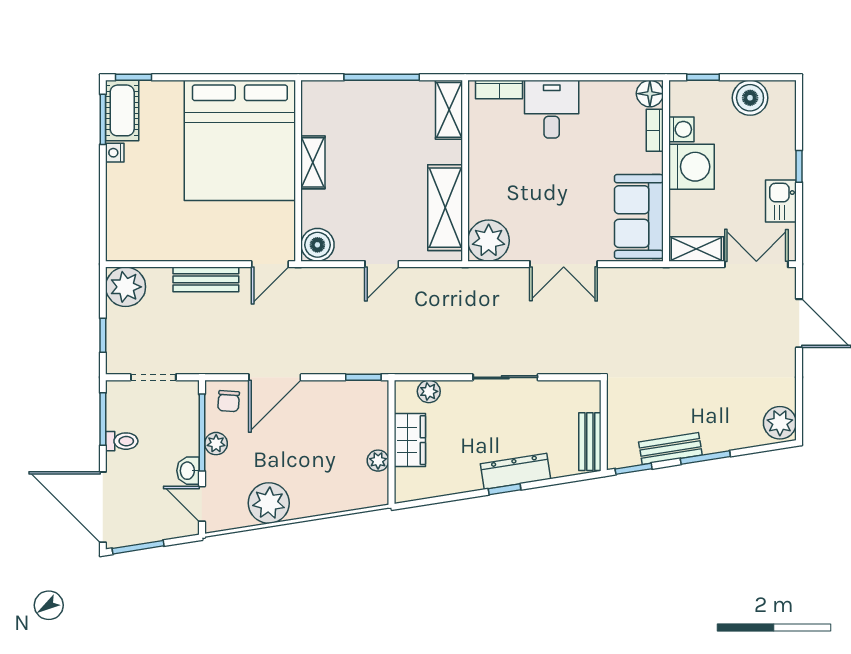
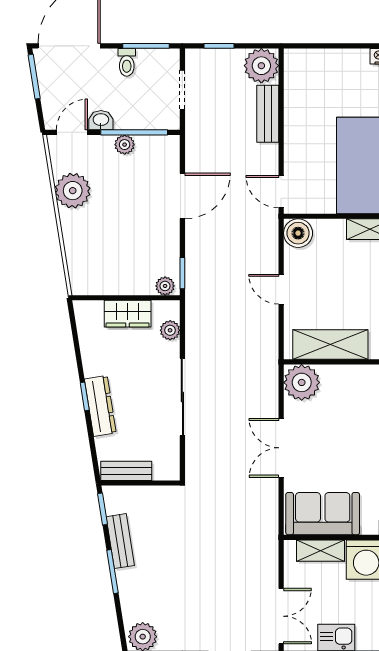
shelving: (696, 249) -> (321, 551), moved, turned 90
bench: (206, 279) -> (268, 114), moved
door: (275, 377) -> (182, 196), swing flipped
sliding door: (505, 377) -> (182, 397), width x1.37
chair: (229, 401) -> (162, 156), removed
plant: (378, 461) -> (165, 286), moved

